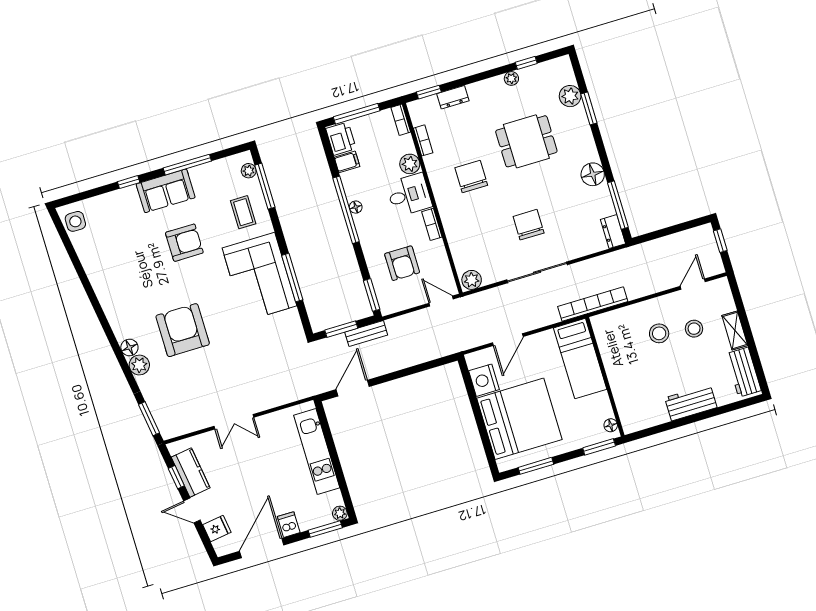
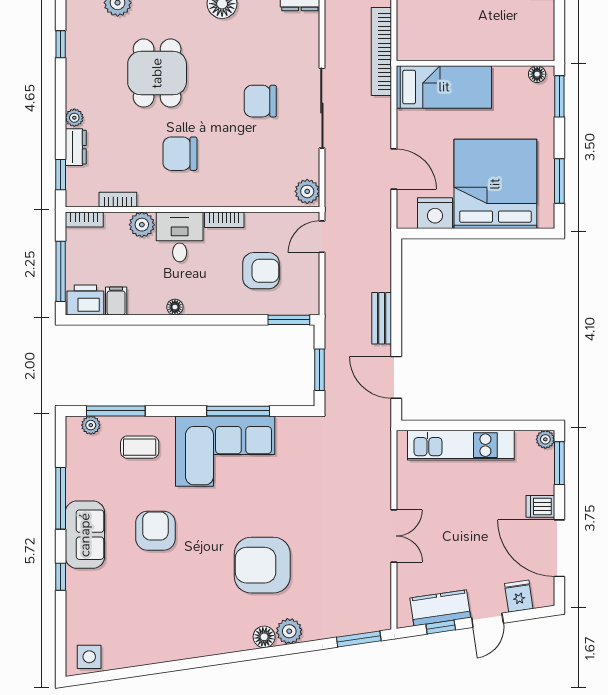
plant: (511, 78) -> (74, 118), moved
window: (346, 210) -> (175, 320), removed
bench: (366, 334) -> (382, 318), moved

